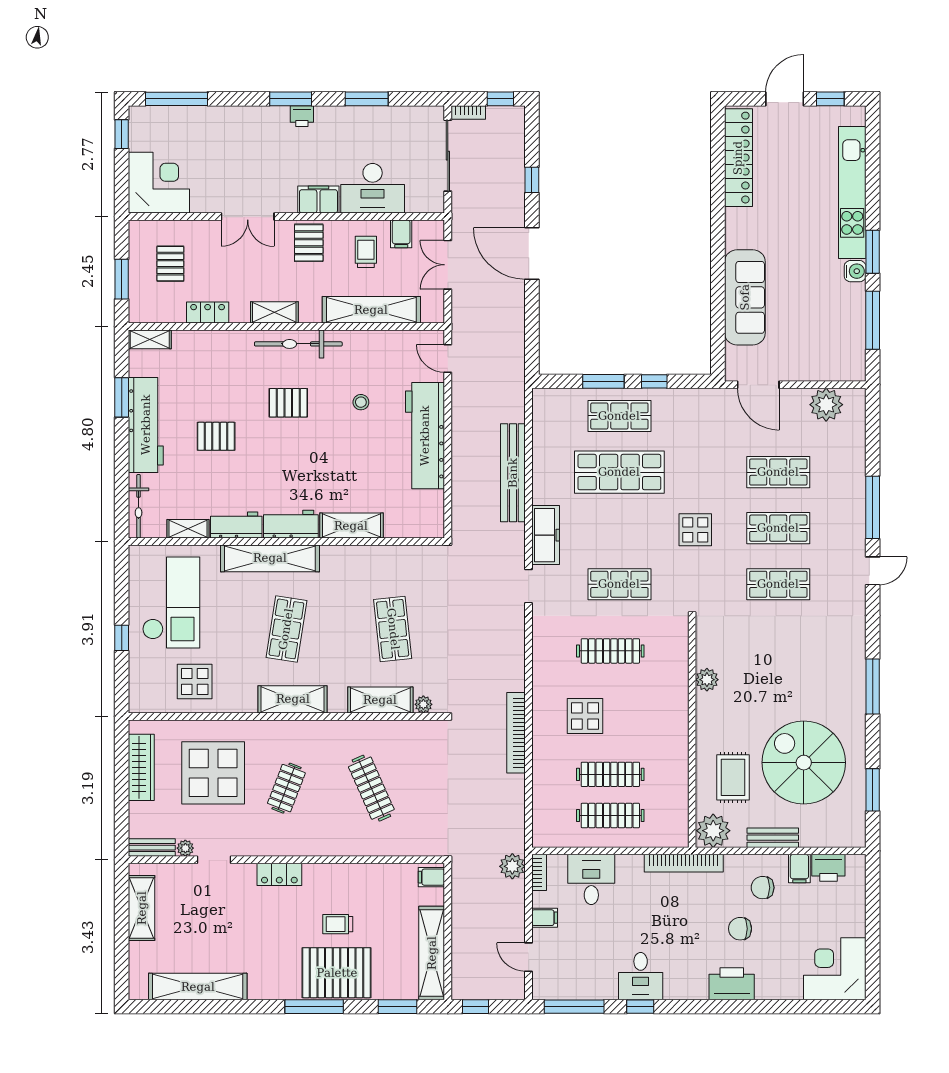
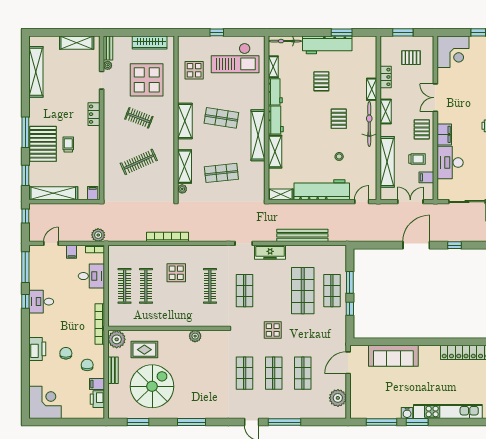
pallet: (309, 243) -> (422, 129), turned 90
shelving: (150, 339) -> (372, 89), moved
shelving: (434, 514) -> (281, 194), added
shelving: (270, 558) -> (258, 135), moved

